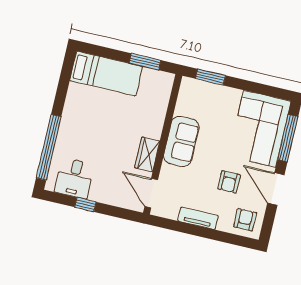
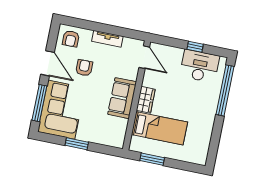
bed: (106, 73) -> (159, 128), moved, turned 180
window: (210, 77) -> (77, 144), moved
wardrobe: (147, 154) -> (146, 100), moved
desk: (74, 178) -> (200, 66), width x1.37

